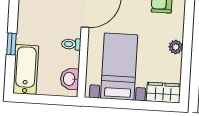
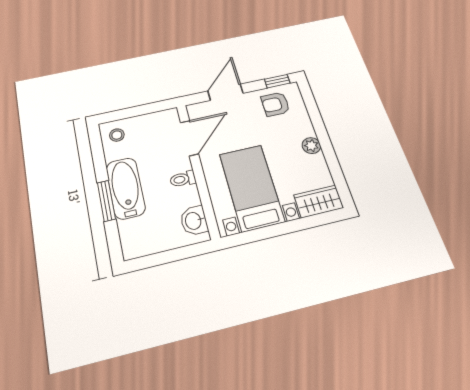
window: (12, 44) -> (106, 201), width x1.50
bathtub: (26, 69) -> (126, 188), moved

